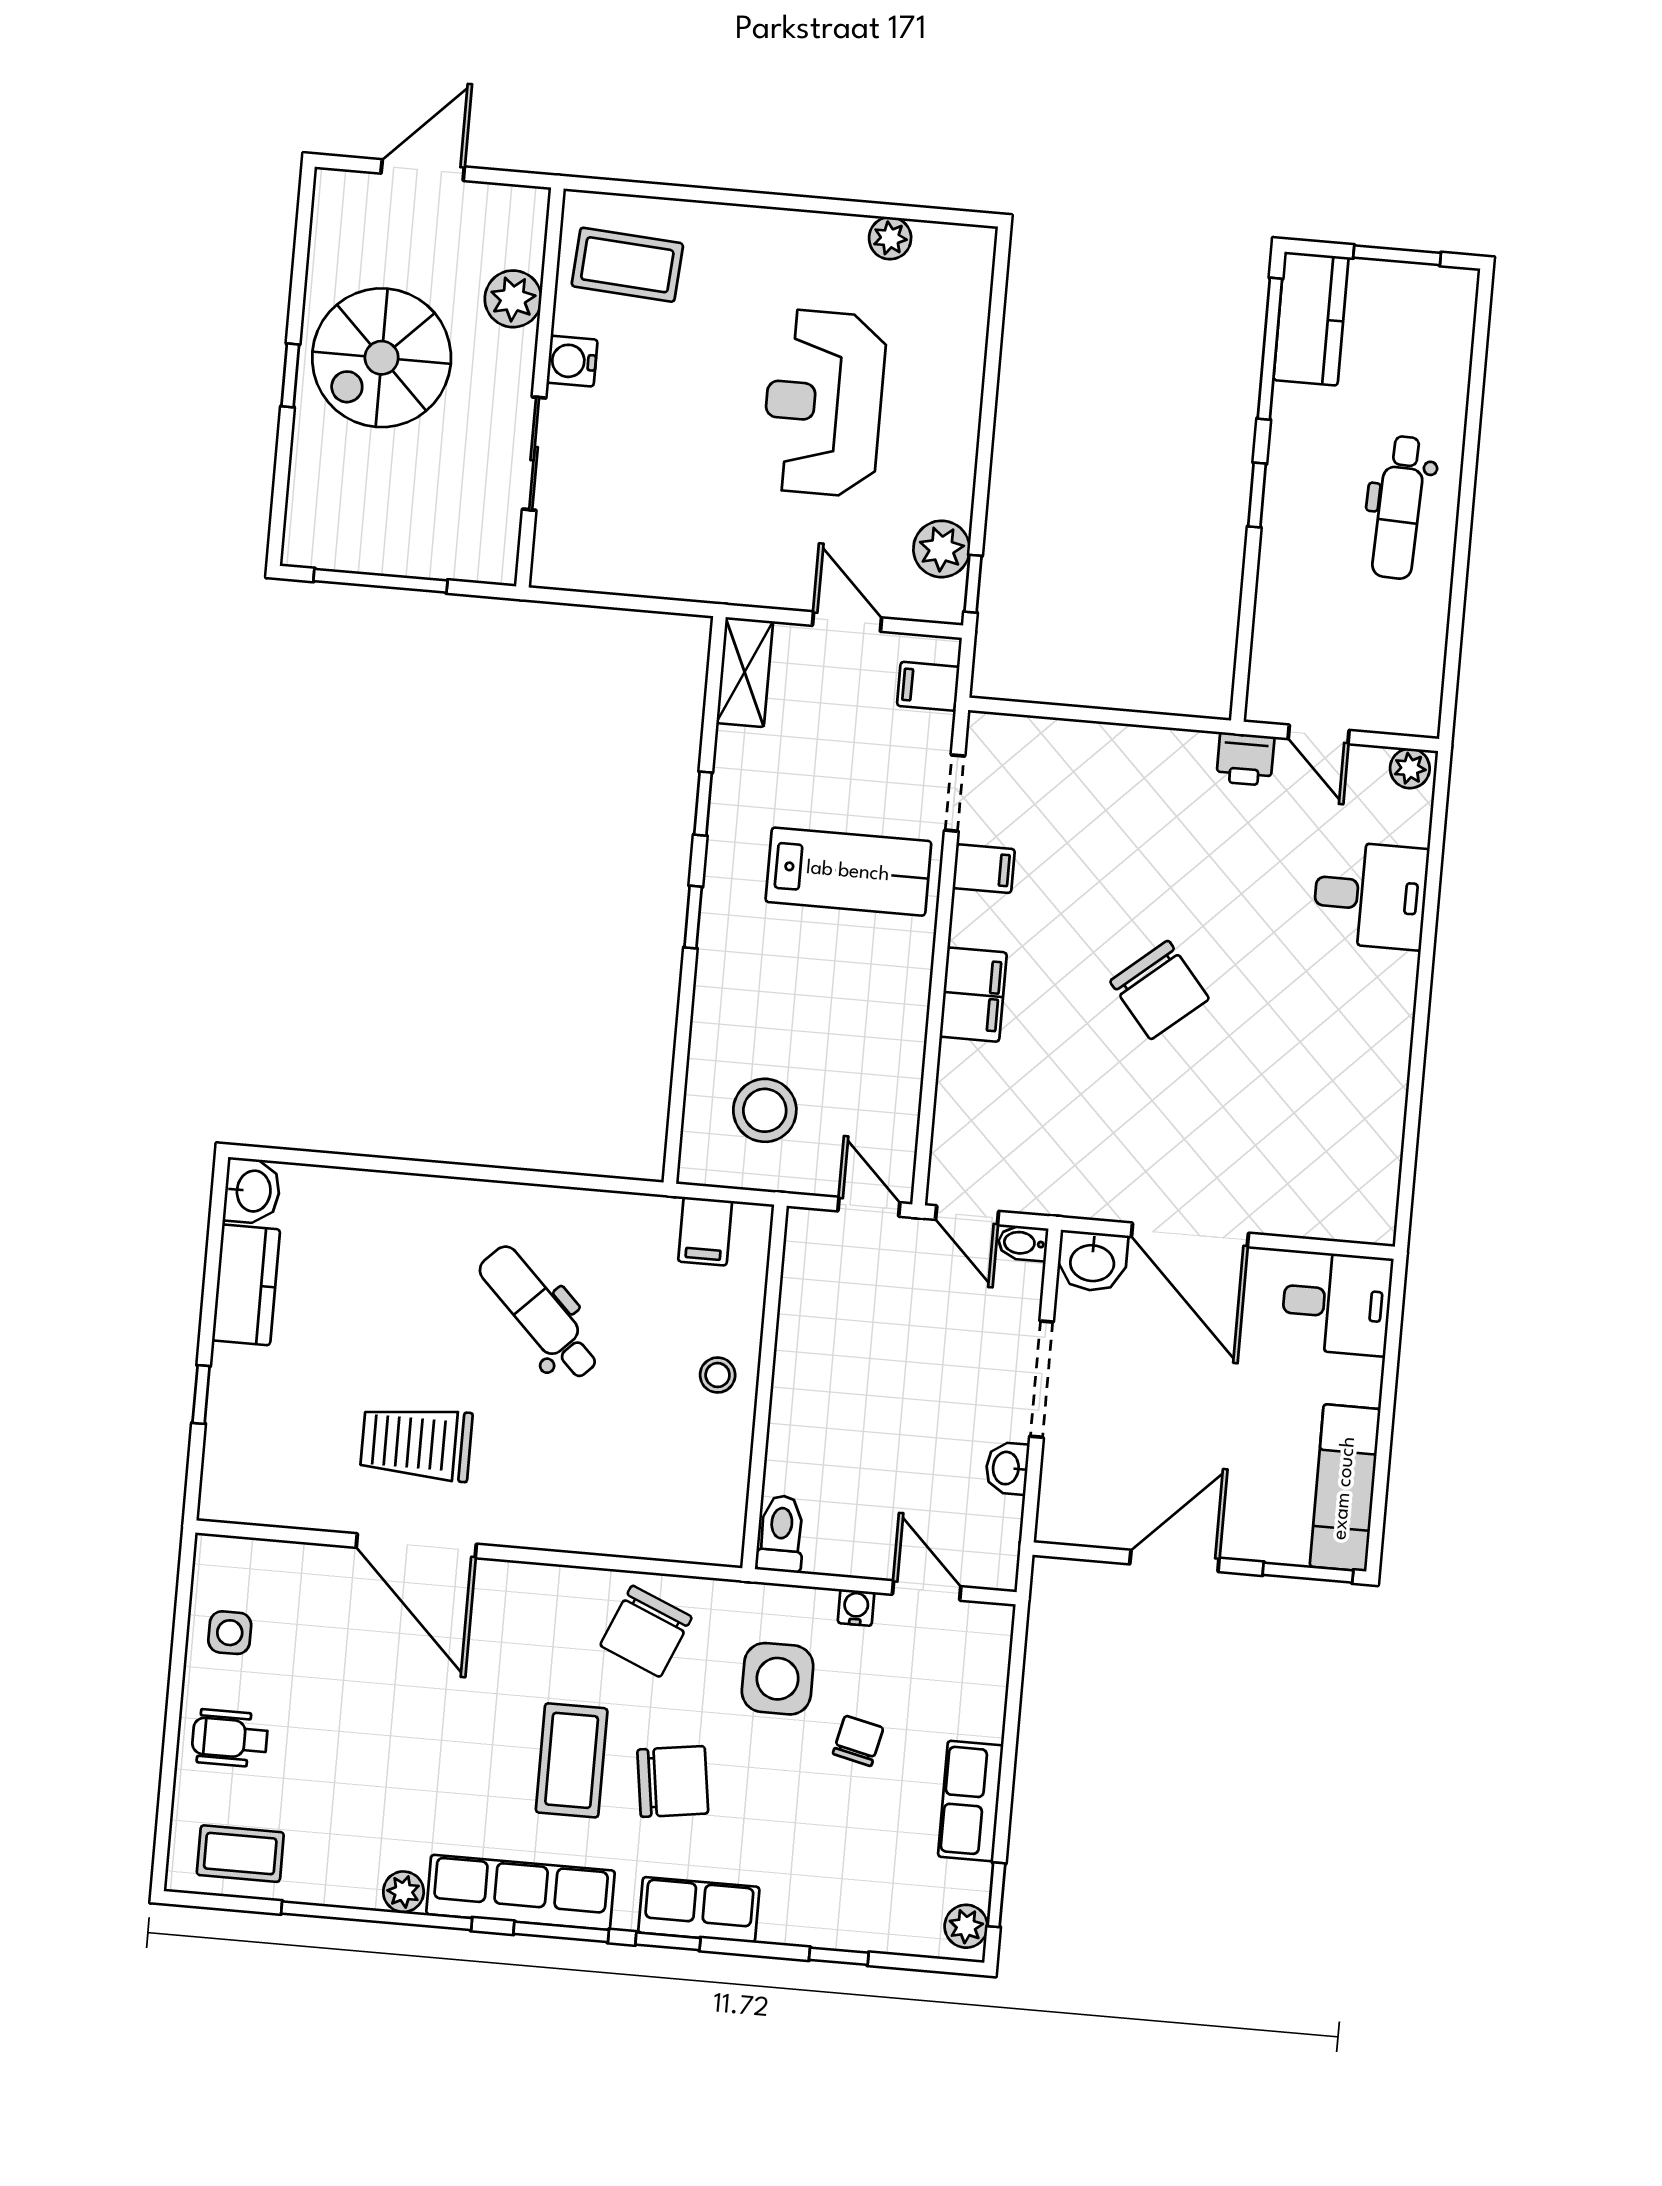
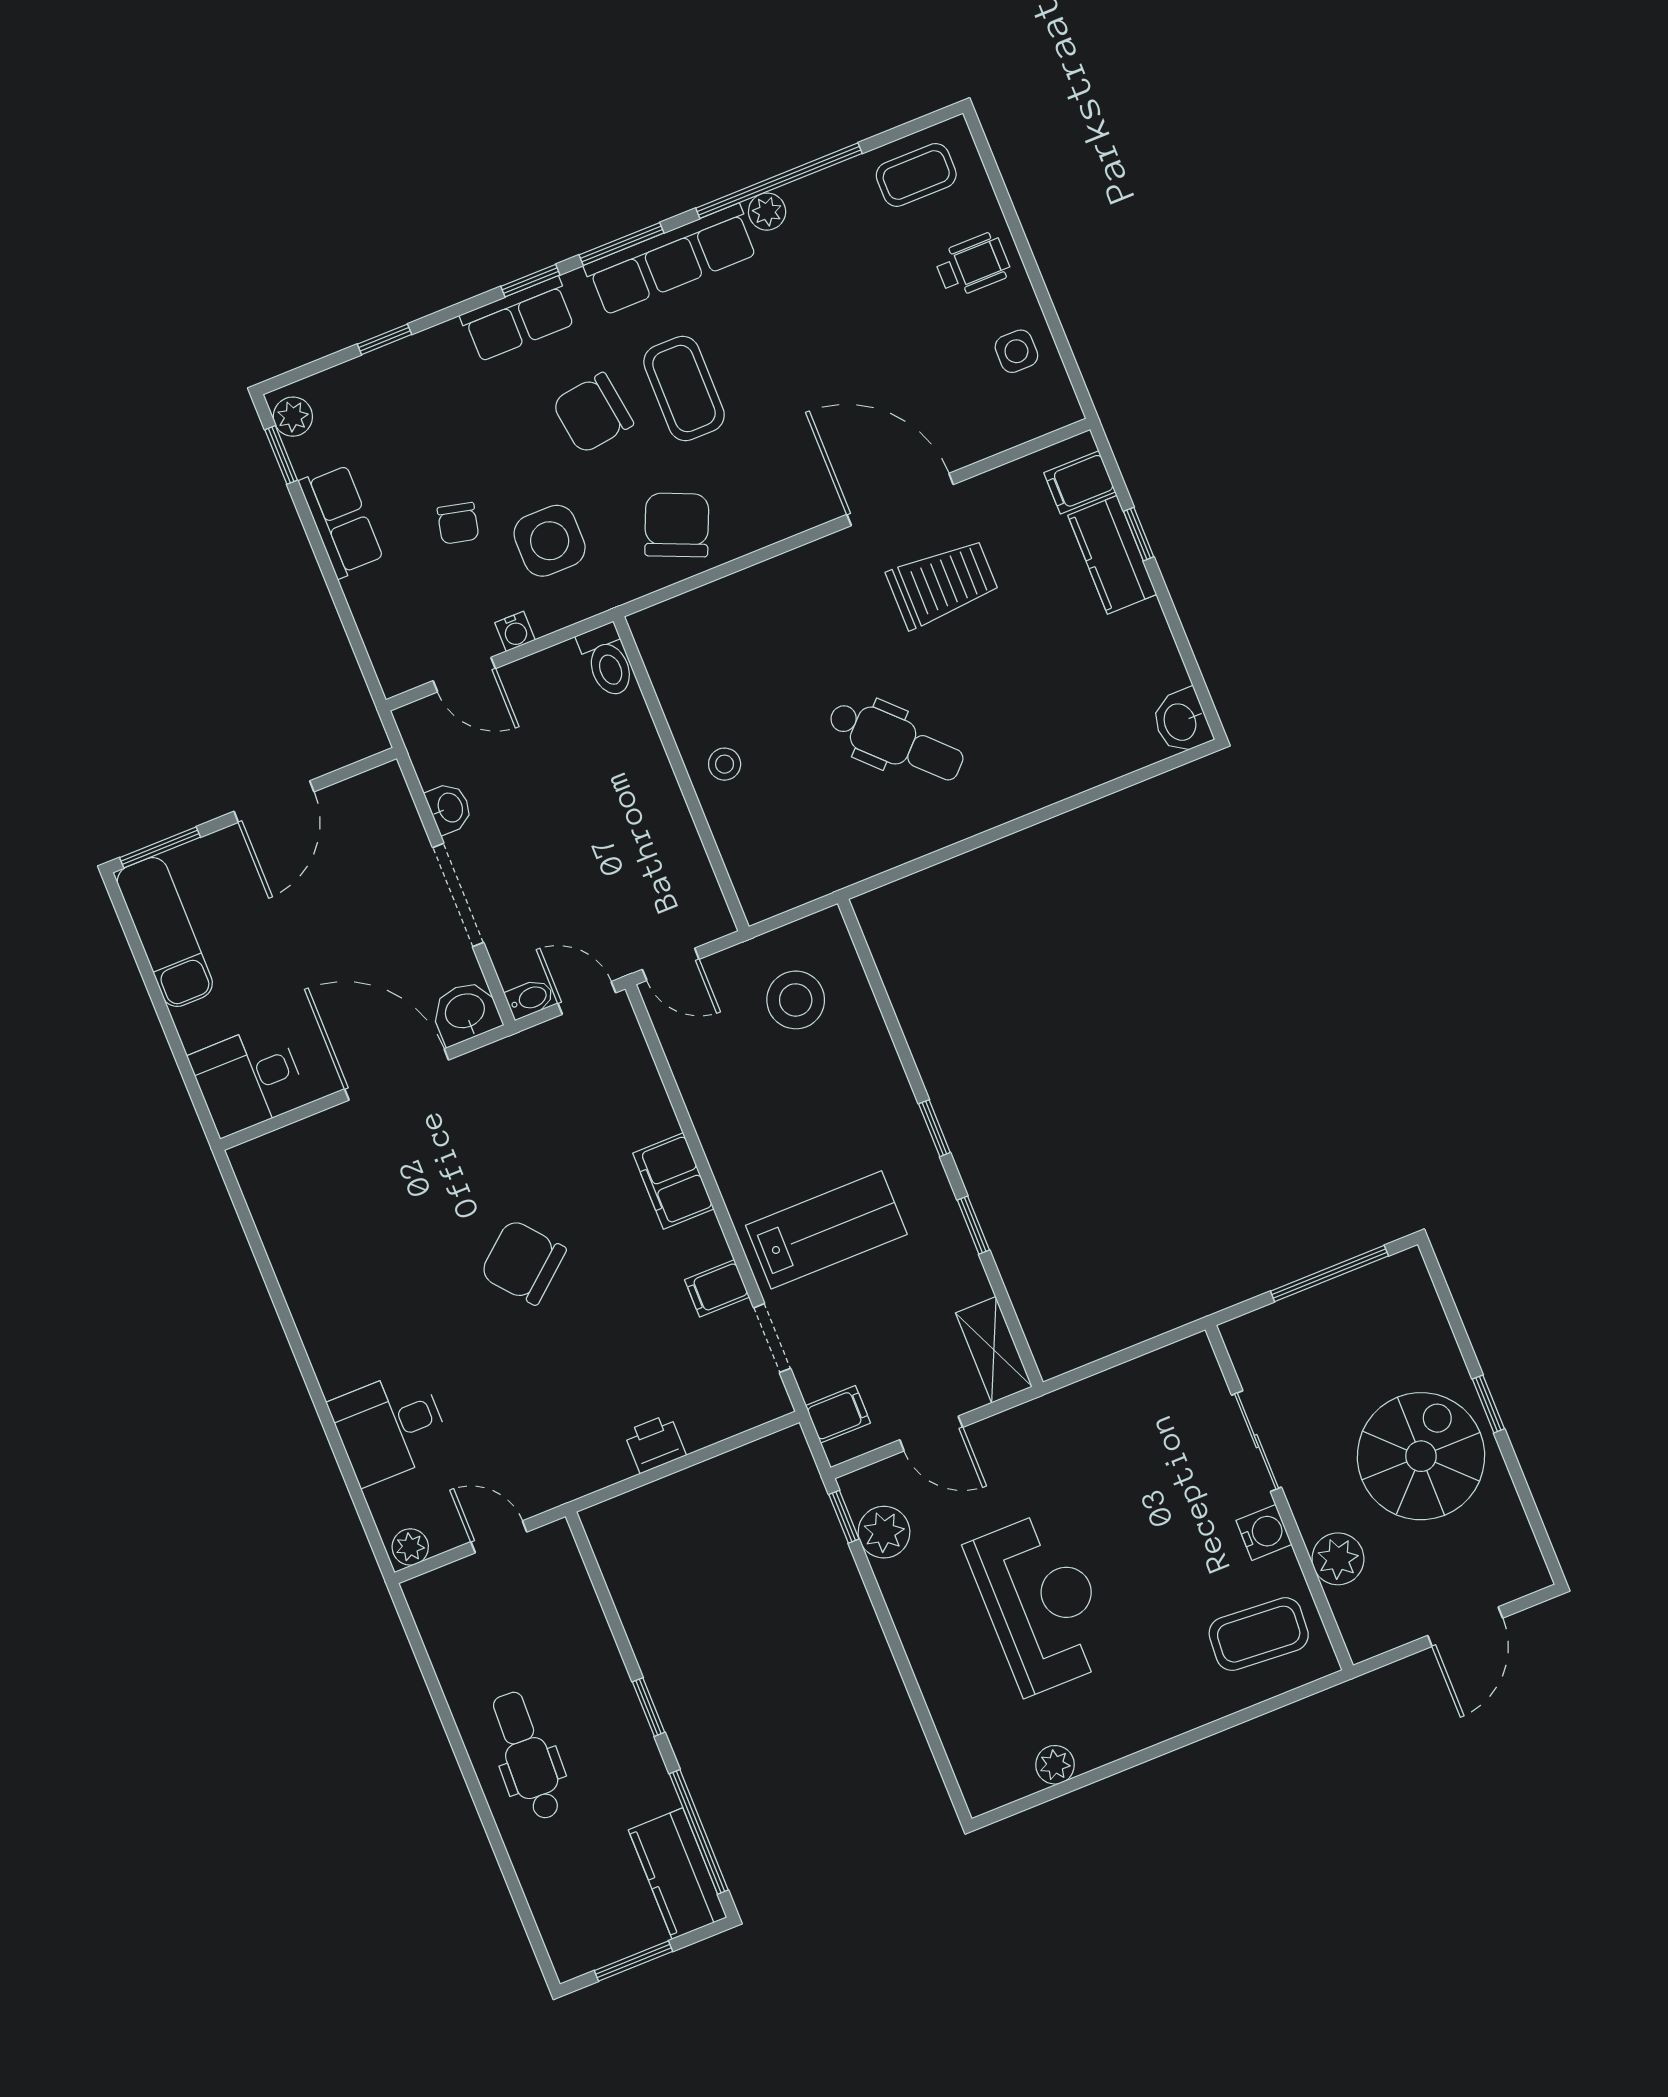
printer: (1245, 759) -> (655, 1444), moved
lab bench: (848, 872) -> (826, 1230), turned 180
filing cabinet: (705, 1231) -> (1080, 482), moved, turned -90
kitchen counter: (246, 1285) -> (1112, 555), moved

